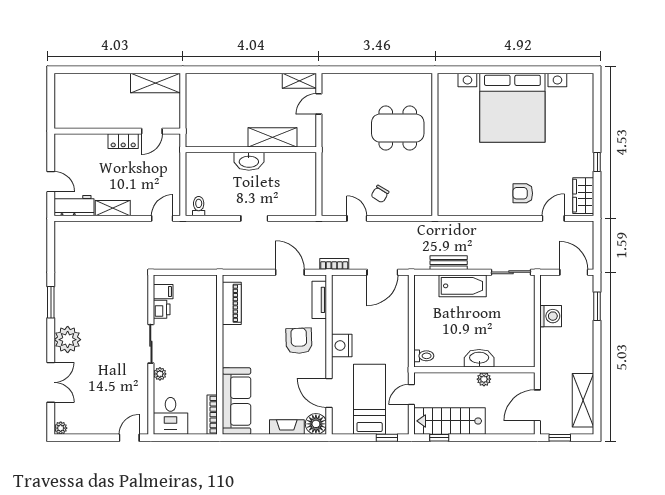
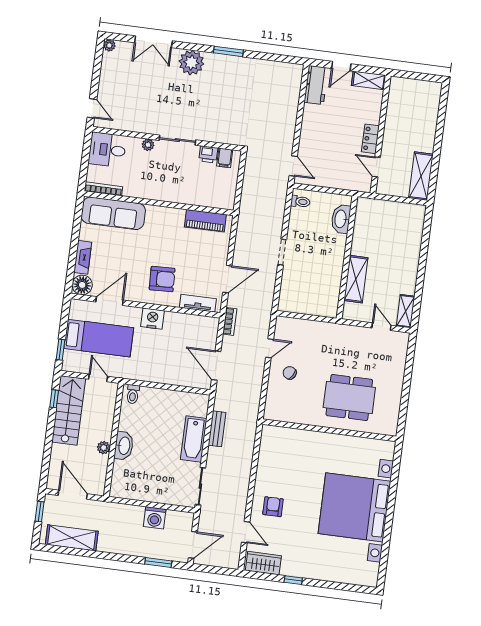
dining table: (398, 128) -> (349, 398), turned 90
washbasin: (249, 161) -> (341, 219), moved
shelving: (113, 208) -> (369, 80), moved, turned 90

